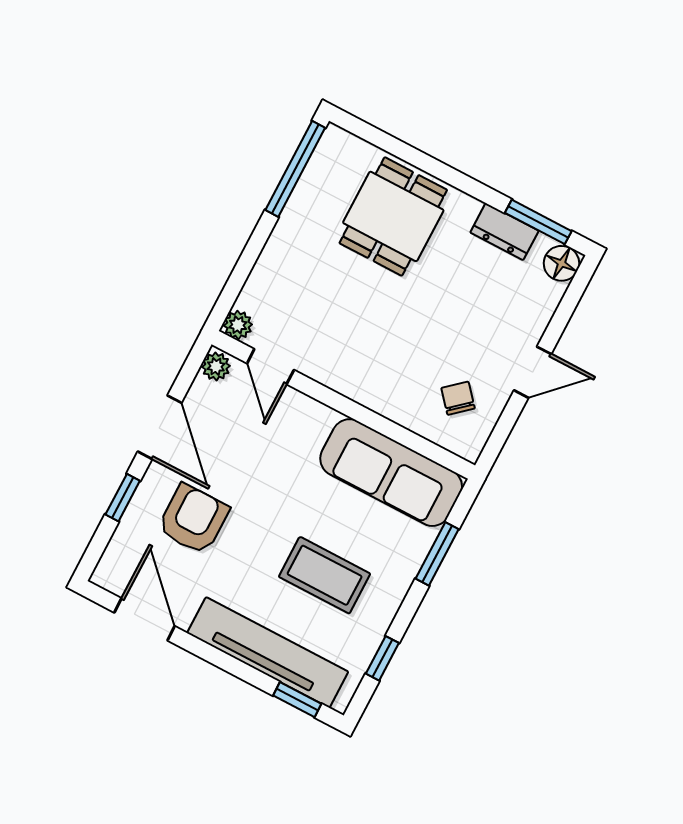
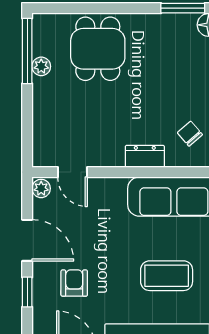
dresser: (504, 232) -> (145, 156), moved, turned 180
plant: (238, 325) -> (41, 66), moved
armchair: (193, 519) -> (74, 283), width x0.72, depth x0.72

